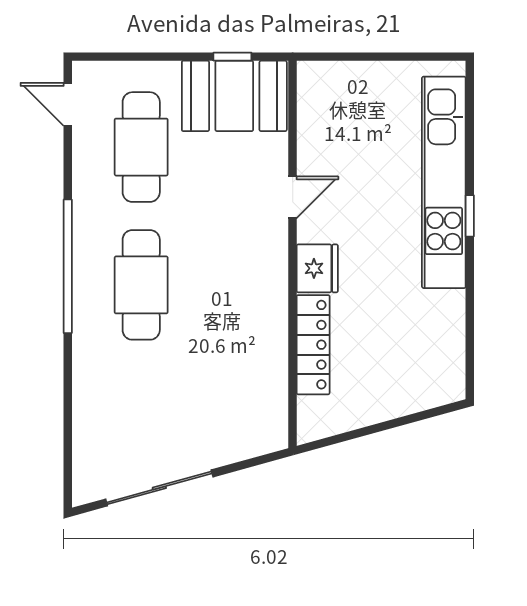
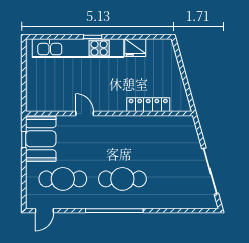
fridge: (317, 268) -> (135, 48), moved, turned 180

